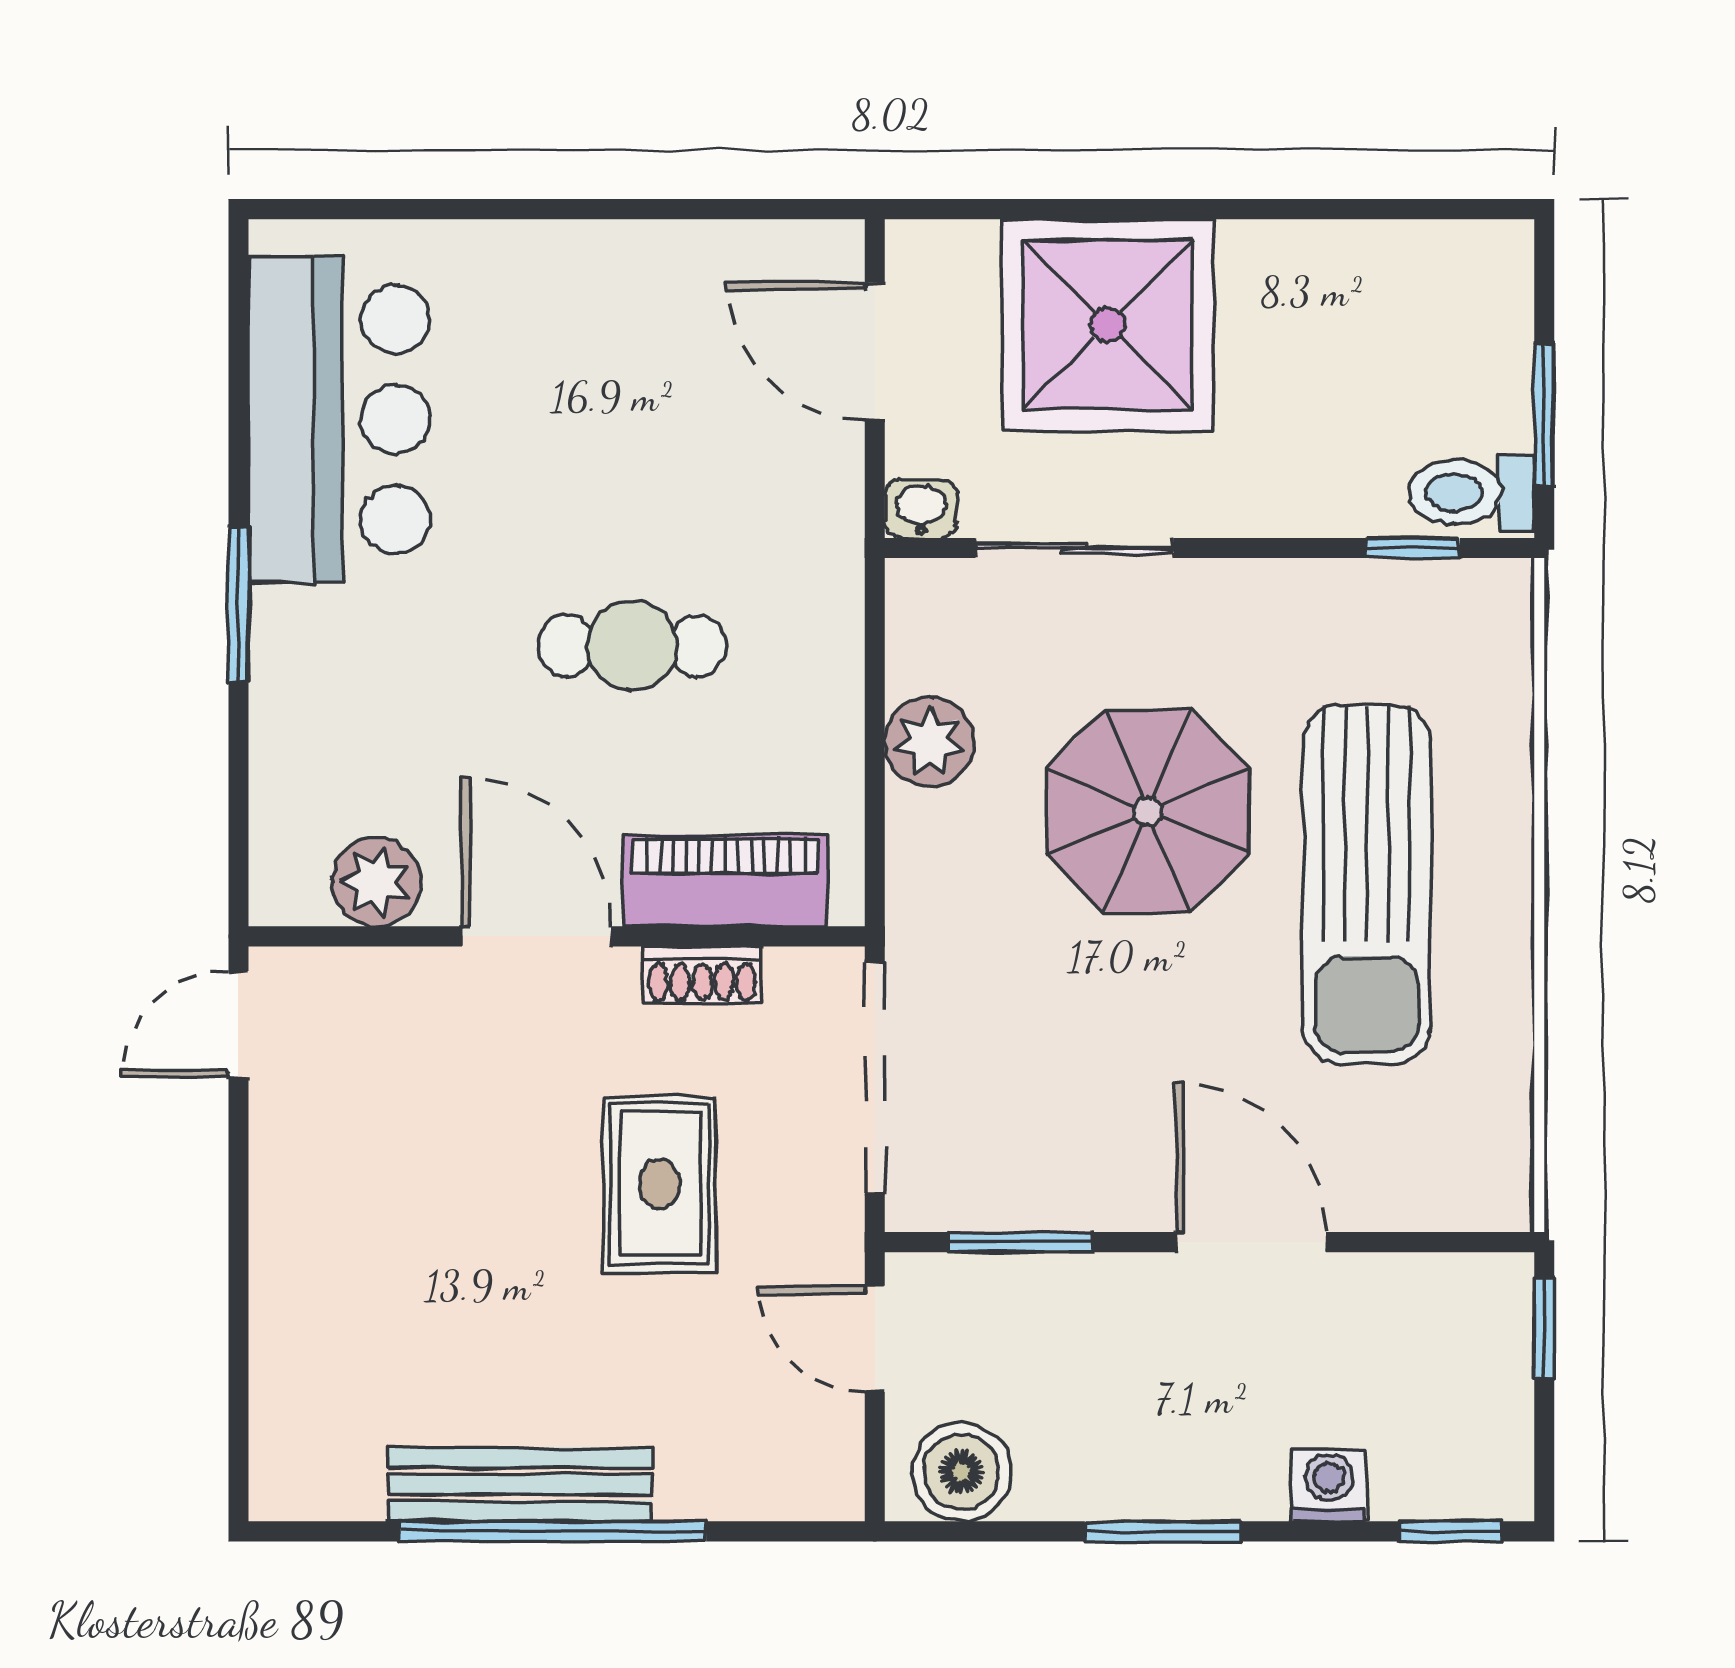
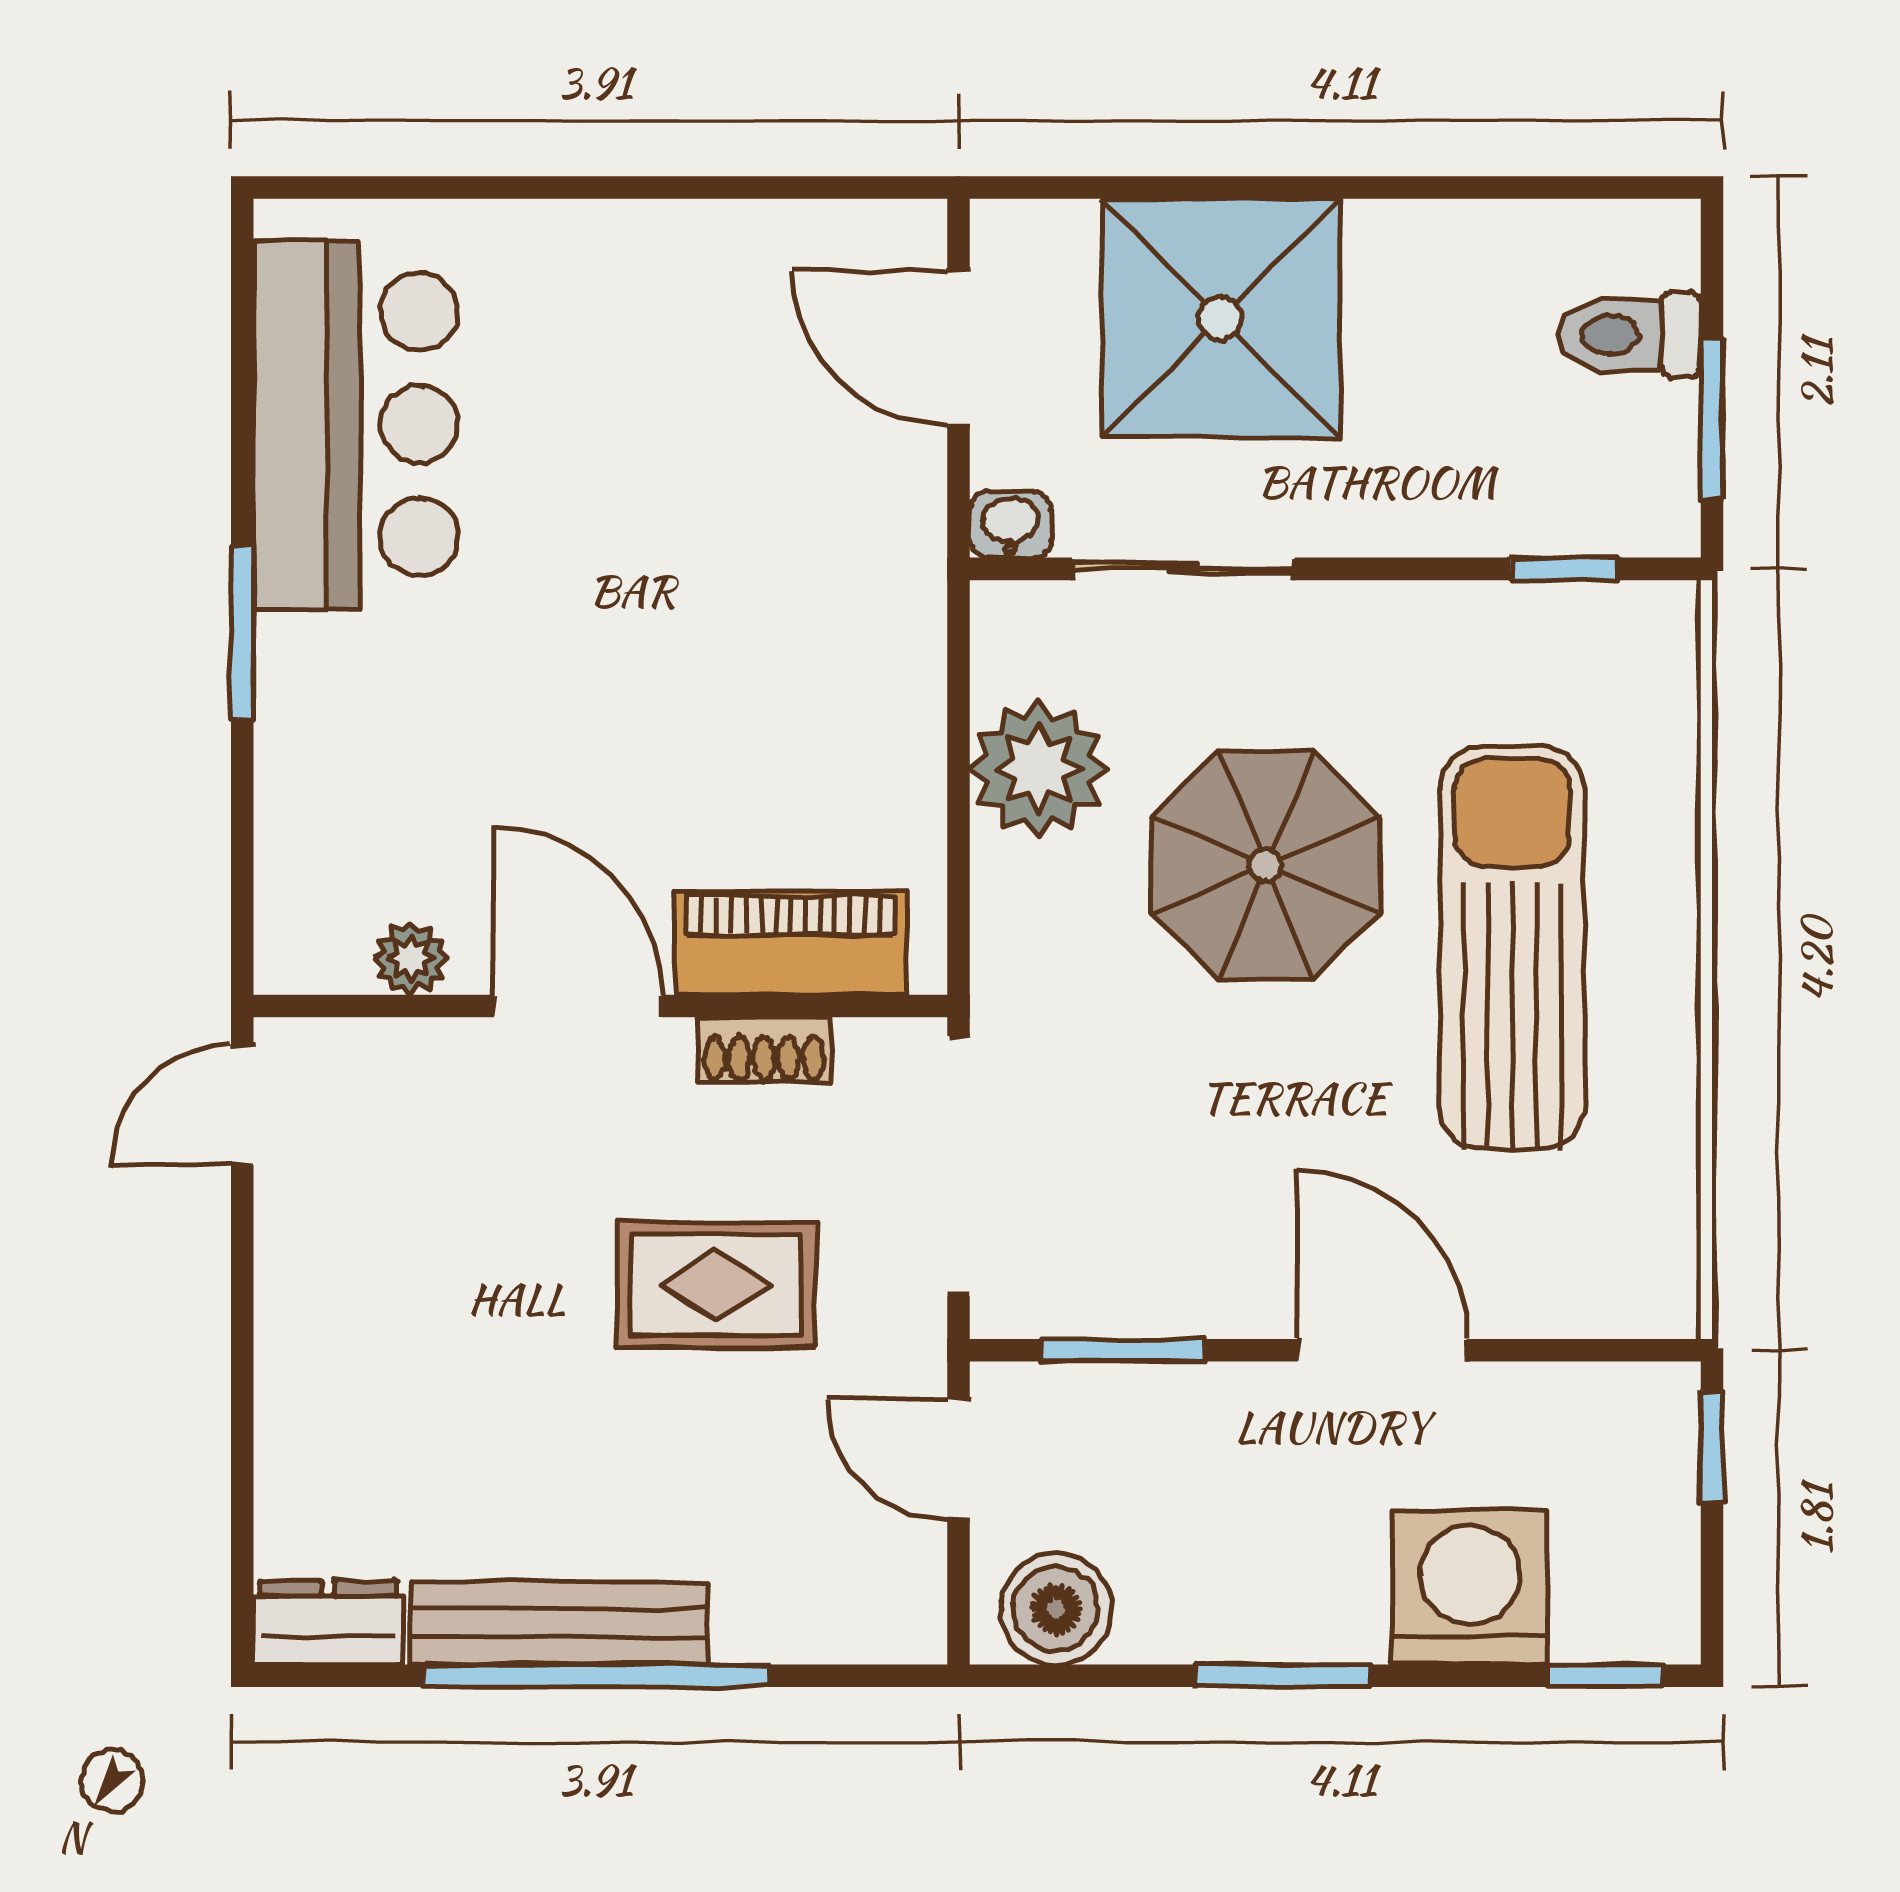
toilet: (1471, 493) -> (1630, 335), moved
cafe table: (632, 646) -> (685, 679), removed
plant: (930, 742) -> (1039, 769), width x1.36, depth x1.36
plant: (376, 882) -> (411, 958), width x0.73, depth x0.73
sun lounger: (1367, 885) -> (1512, 948), turned 180
rug: (660, 1184) -> (716, 1285), turned 90
dresser: (315, 1484) -> (328, 1623), added
washing machine: (1329, 1485) -> (1470, 1587), width x1.89, depth x1.89

